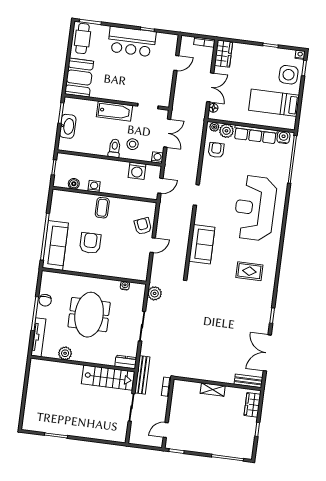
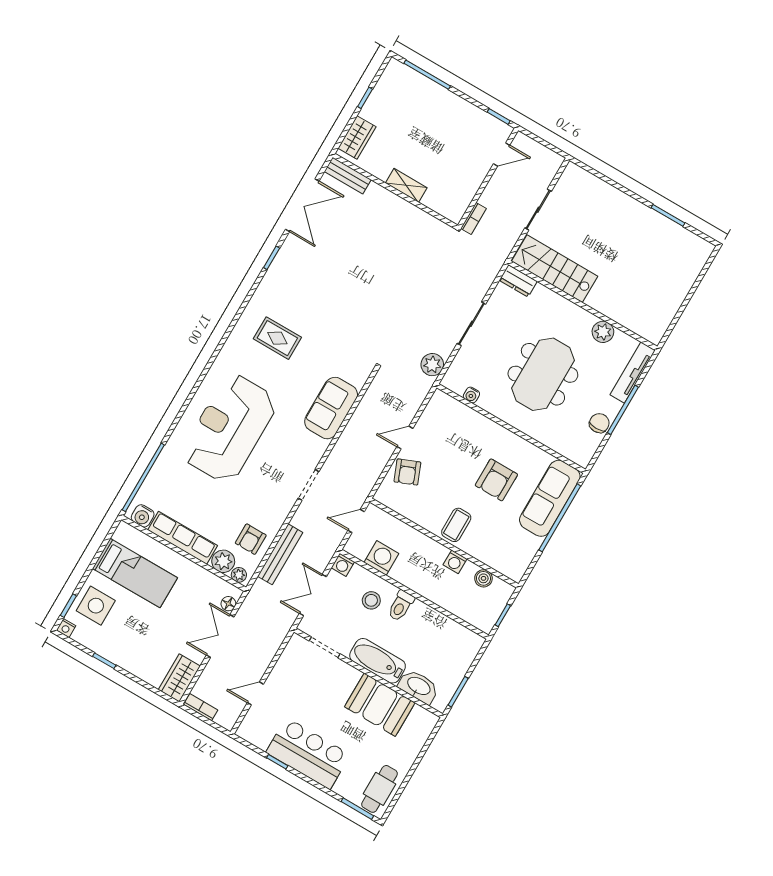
booth: (79, 78) -> (380, 705), moved, turned 90
washbasin: (68, 126) -> (419, 687), moved, turned 90
reception desk: (255, 208) -> (230, 428), turned 180
bench: (142, 375) -> (280, 554), moved

